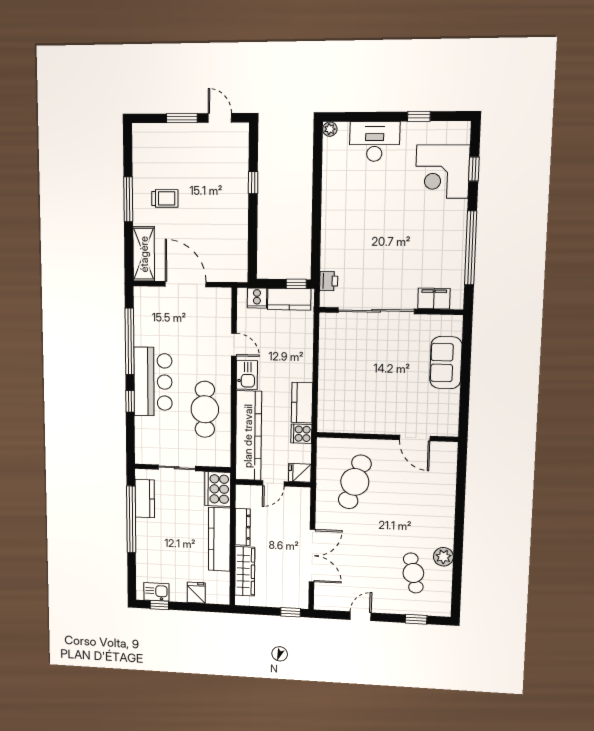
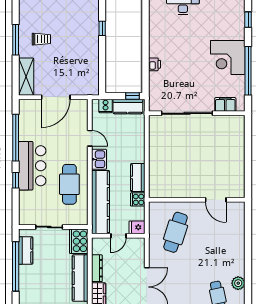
corner desk: (442, 172) -> (228, 58), moved
printer: (329, 281) -> (154, 64), moved
door: (186, 284) -> (56, 97), swing flipped
sofa: (446, 363) -> (235, 147), removed

